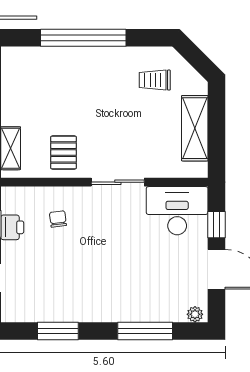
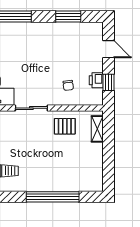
pallet: (63, 153) -> (65, 126), turned 90

